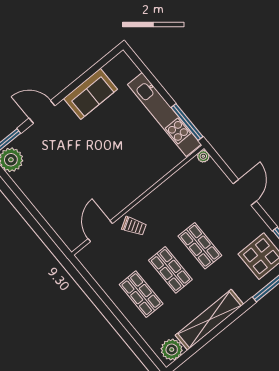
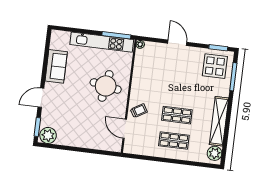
round table: (124, 166) -> (106, 86), added
shop shelf: (200, 246) -> (180, 90), removed

